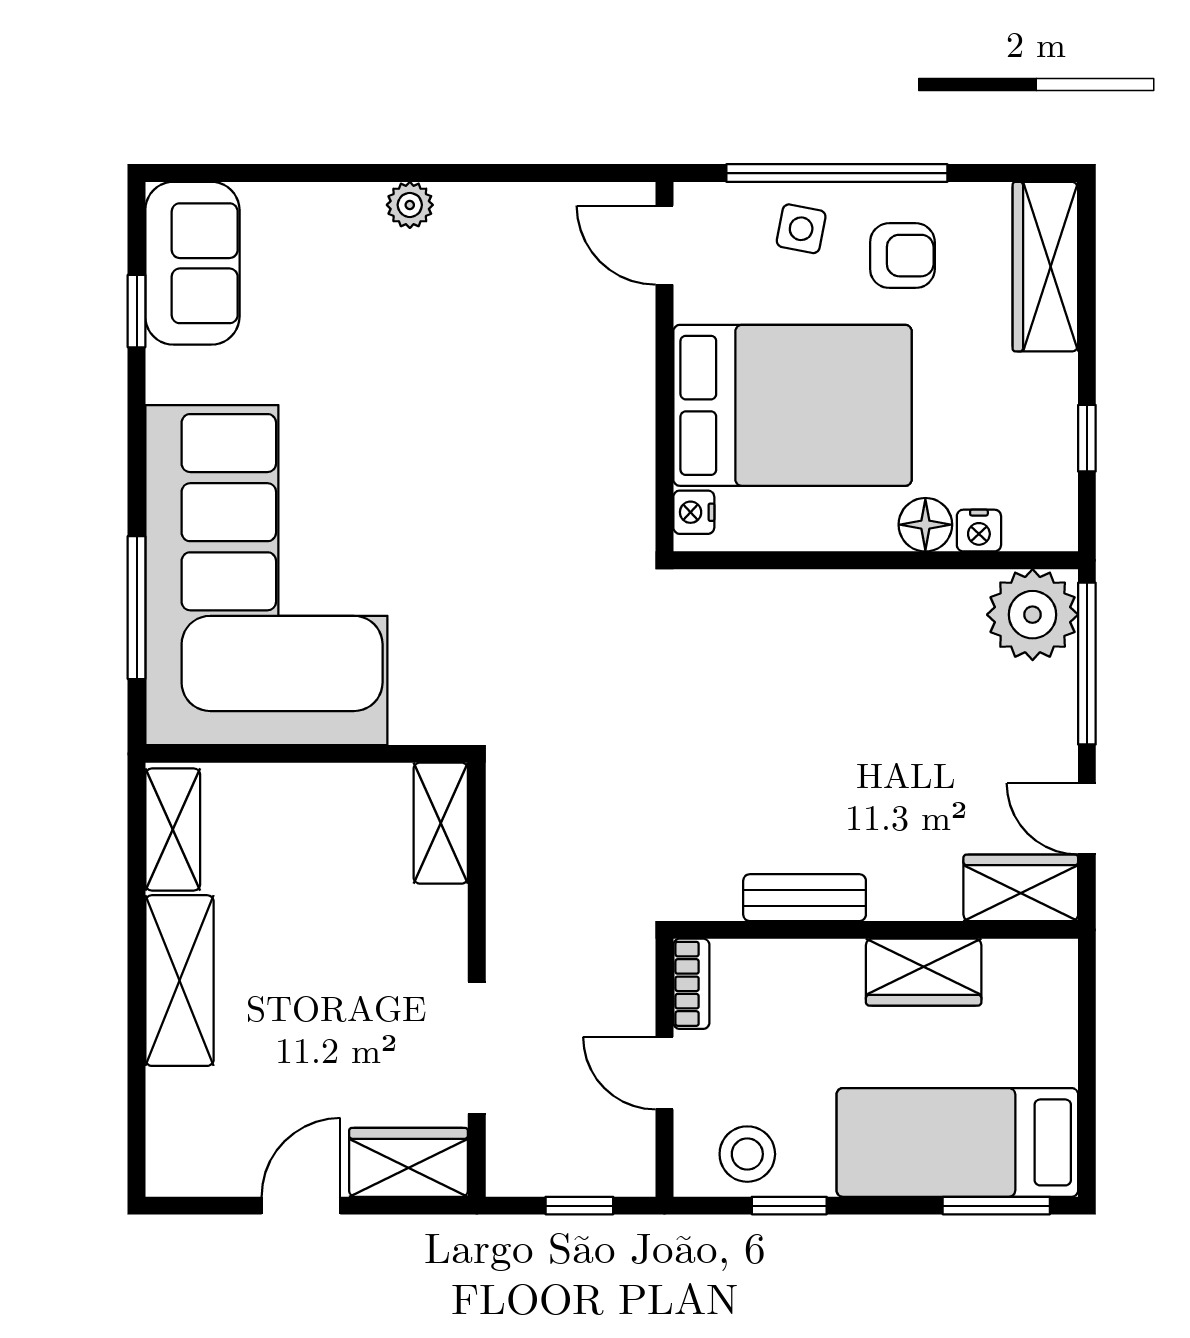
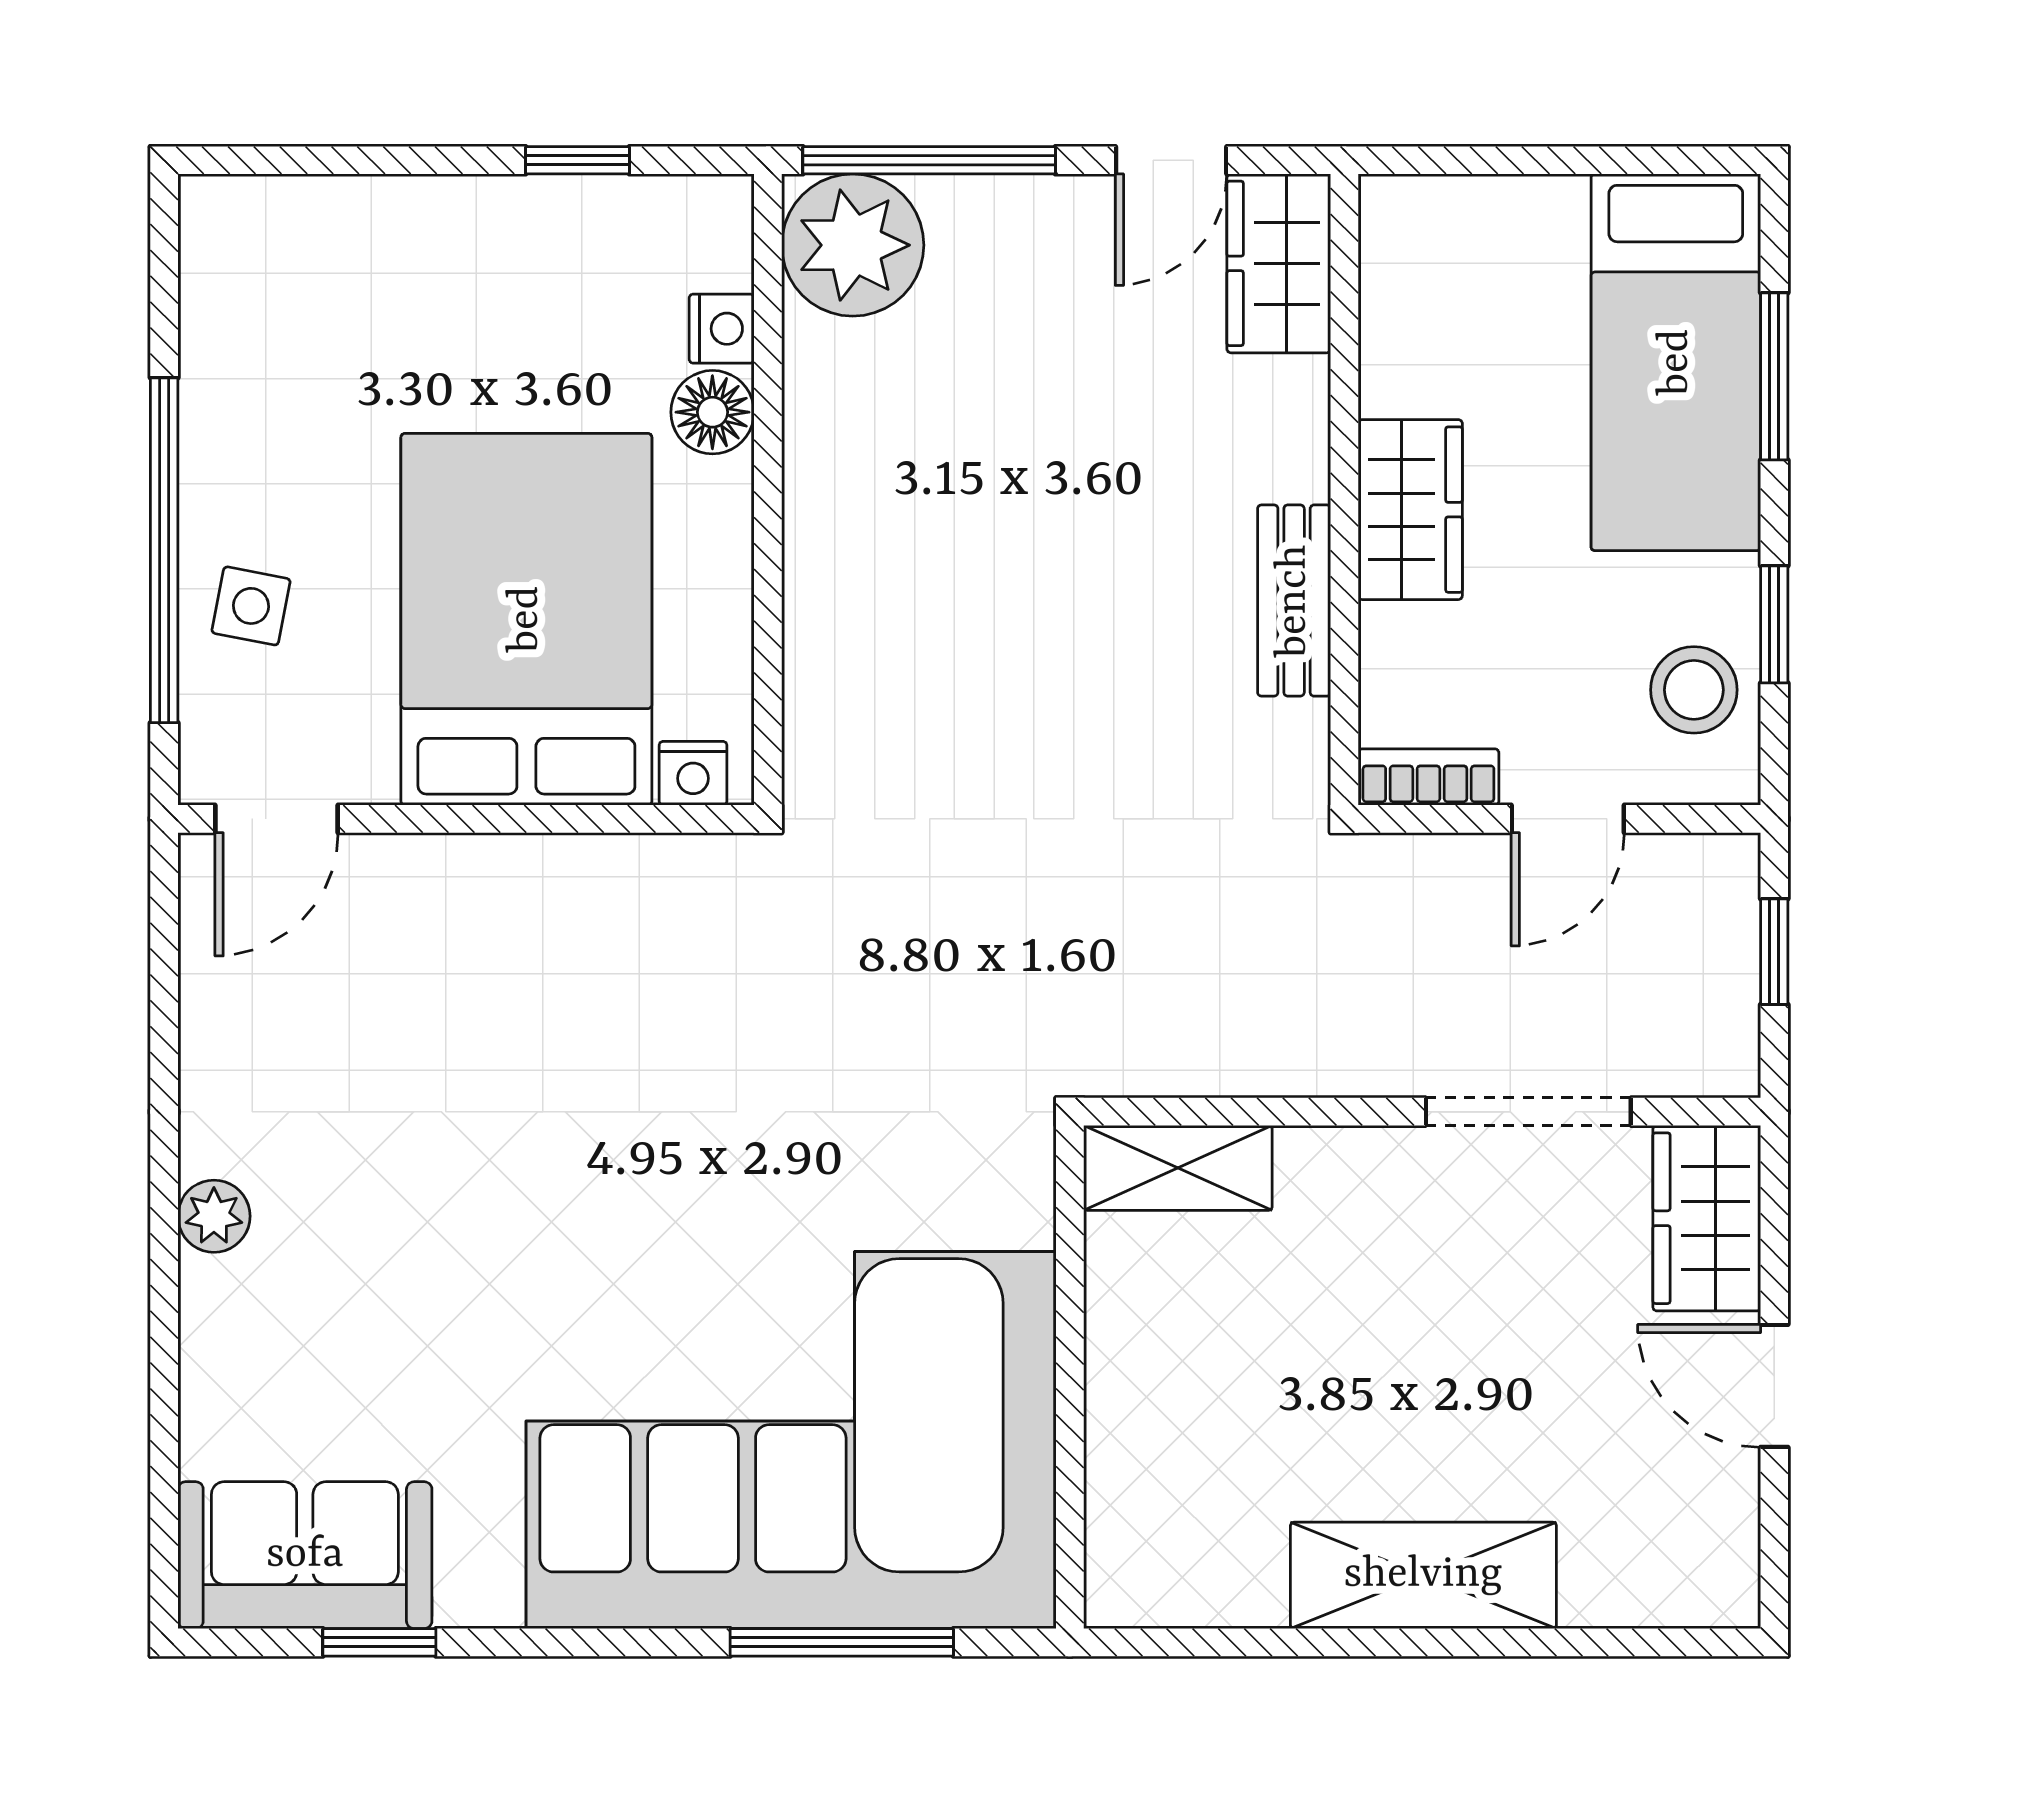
armchair: (902, 256) -> (293, 448), removed
wardrobe: (1045, 267) -> (310, 225), removed
shelving: (173, 830) -> (1188, 1586), removed
wardrobe: (924, 972) -> (1410, 510), moved
window: (996, 1206) -> (1774, 376), moved

